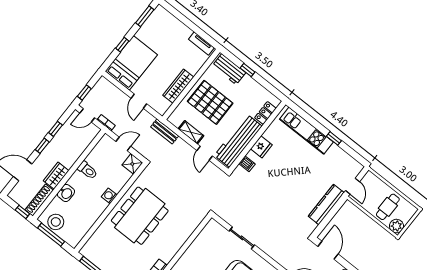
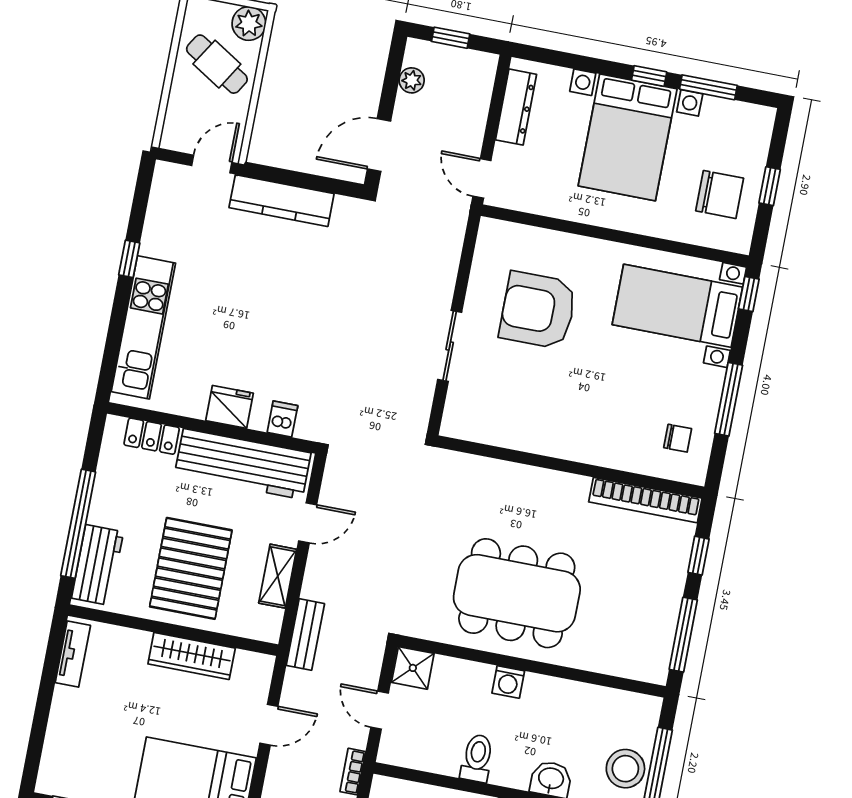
window: (248, 70) -> (78, 524), width x3.17
cafe table: (388, 207) -> (217, 64), turned 32

